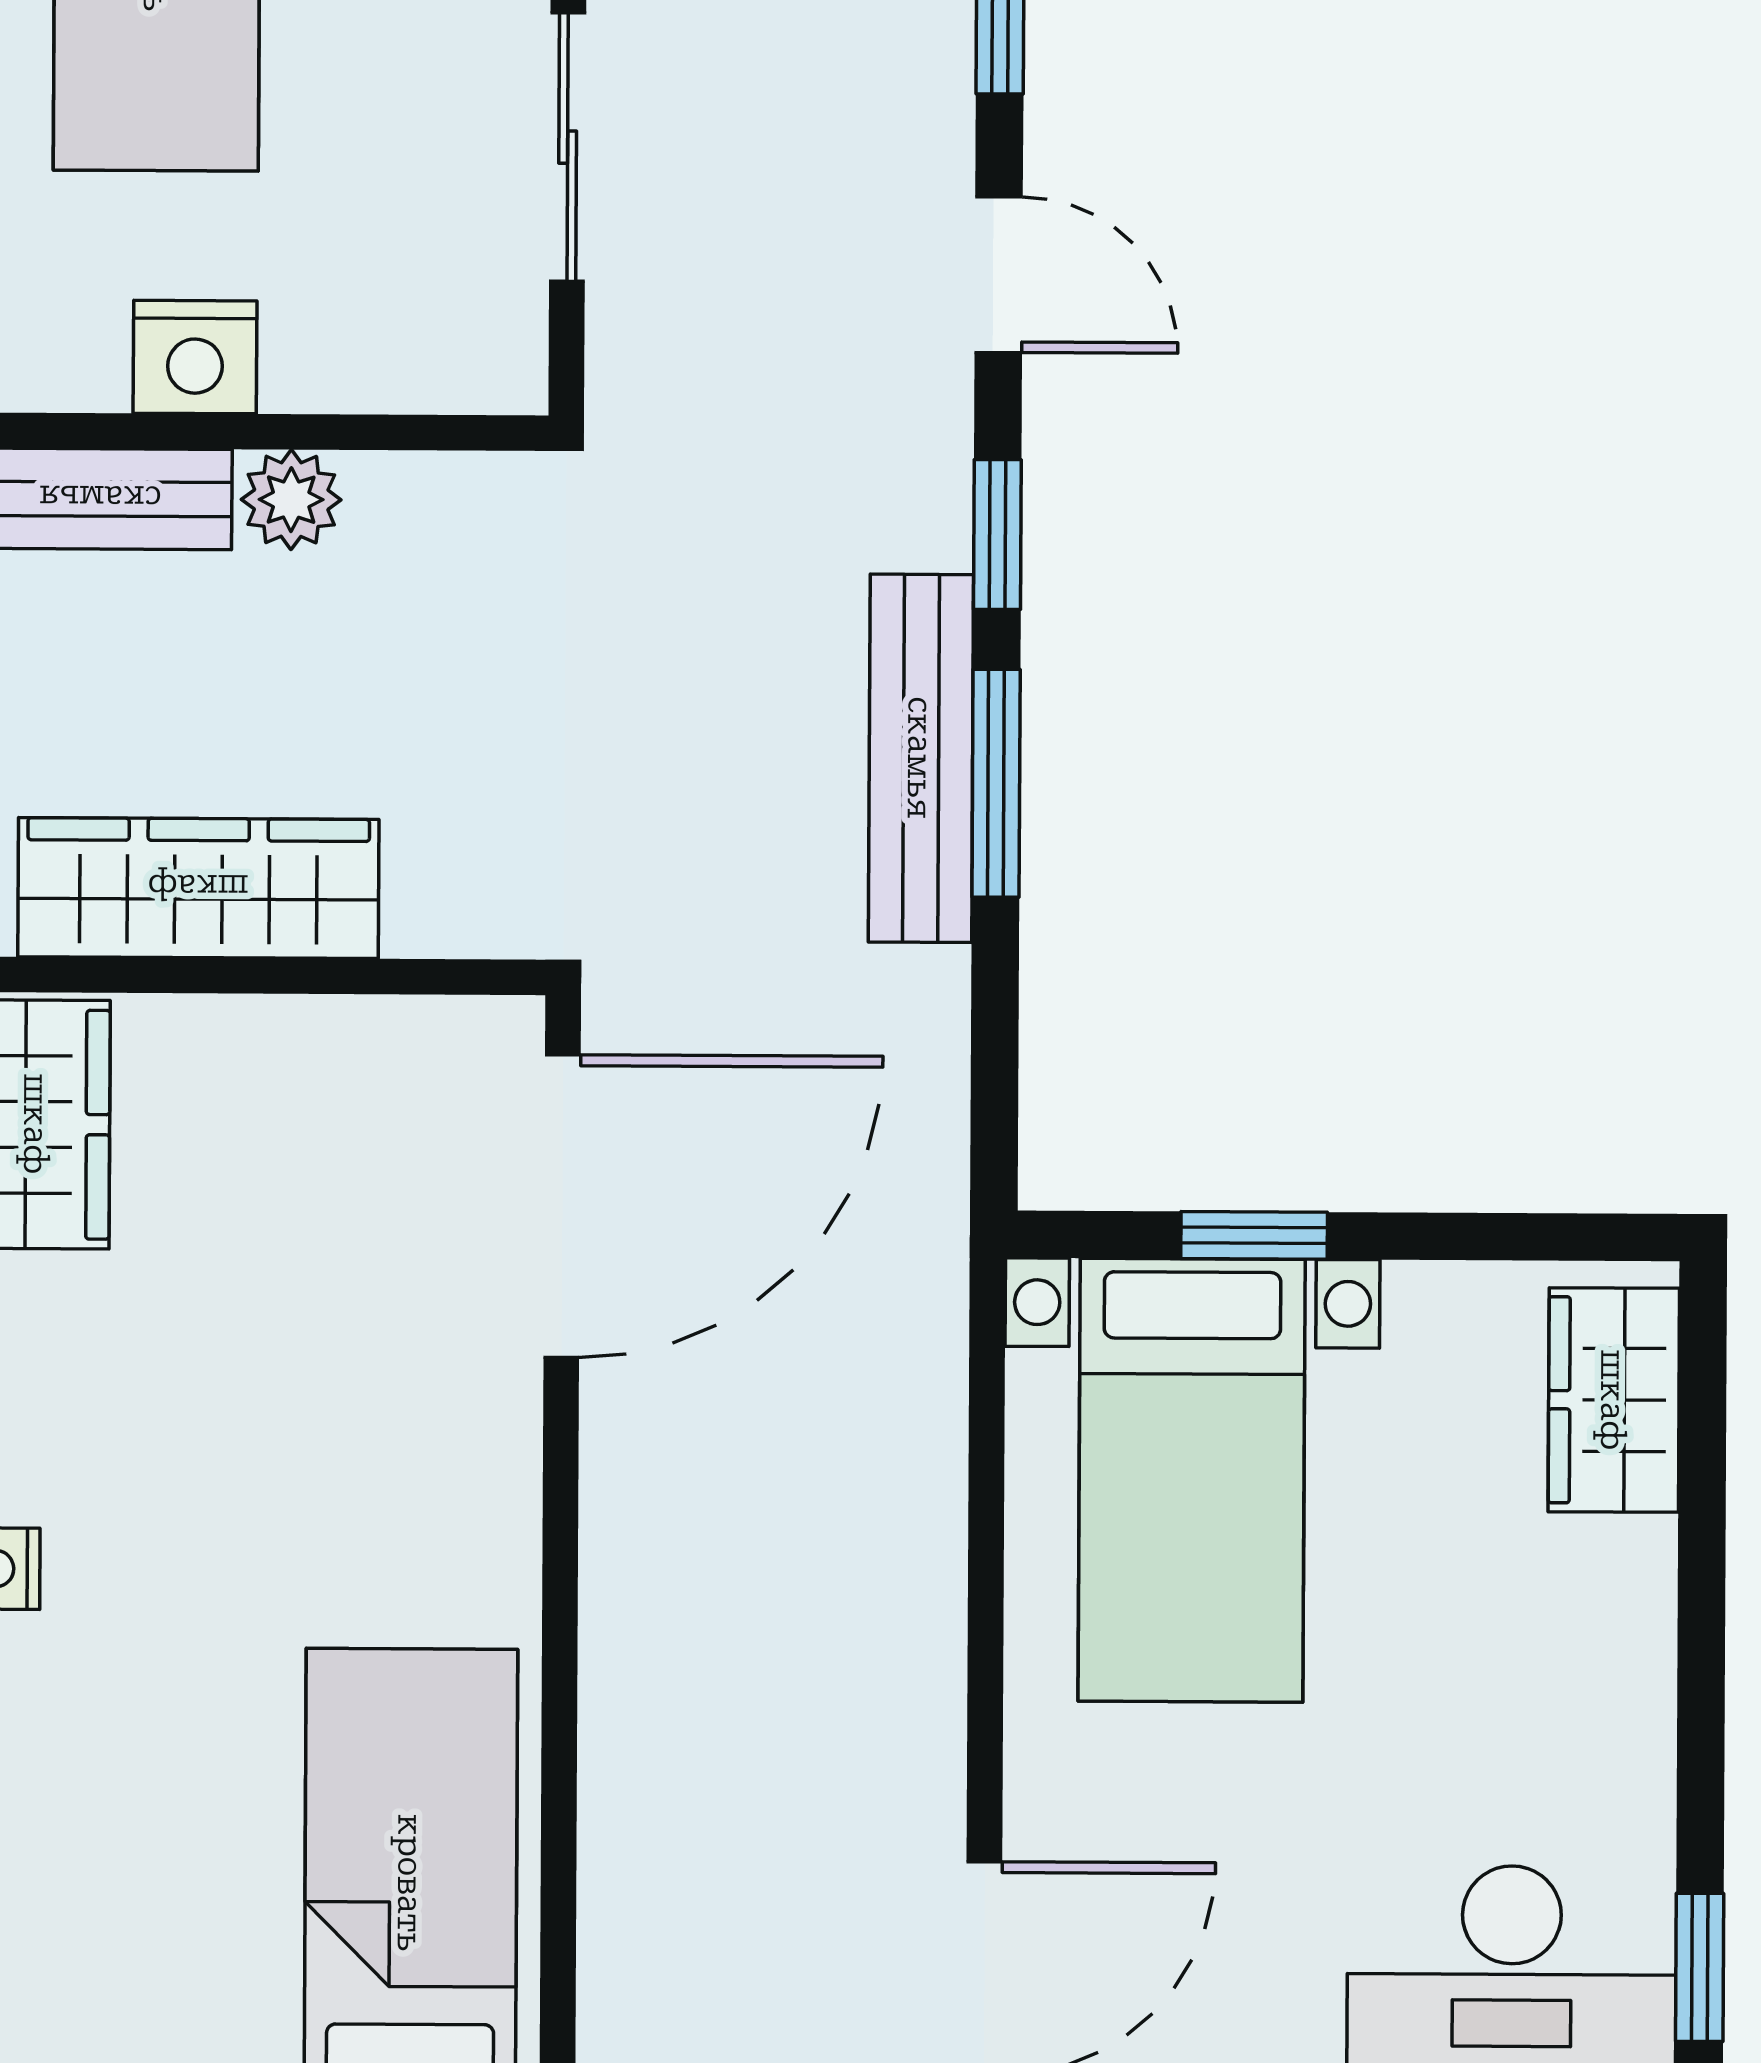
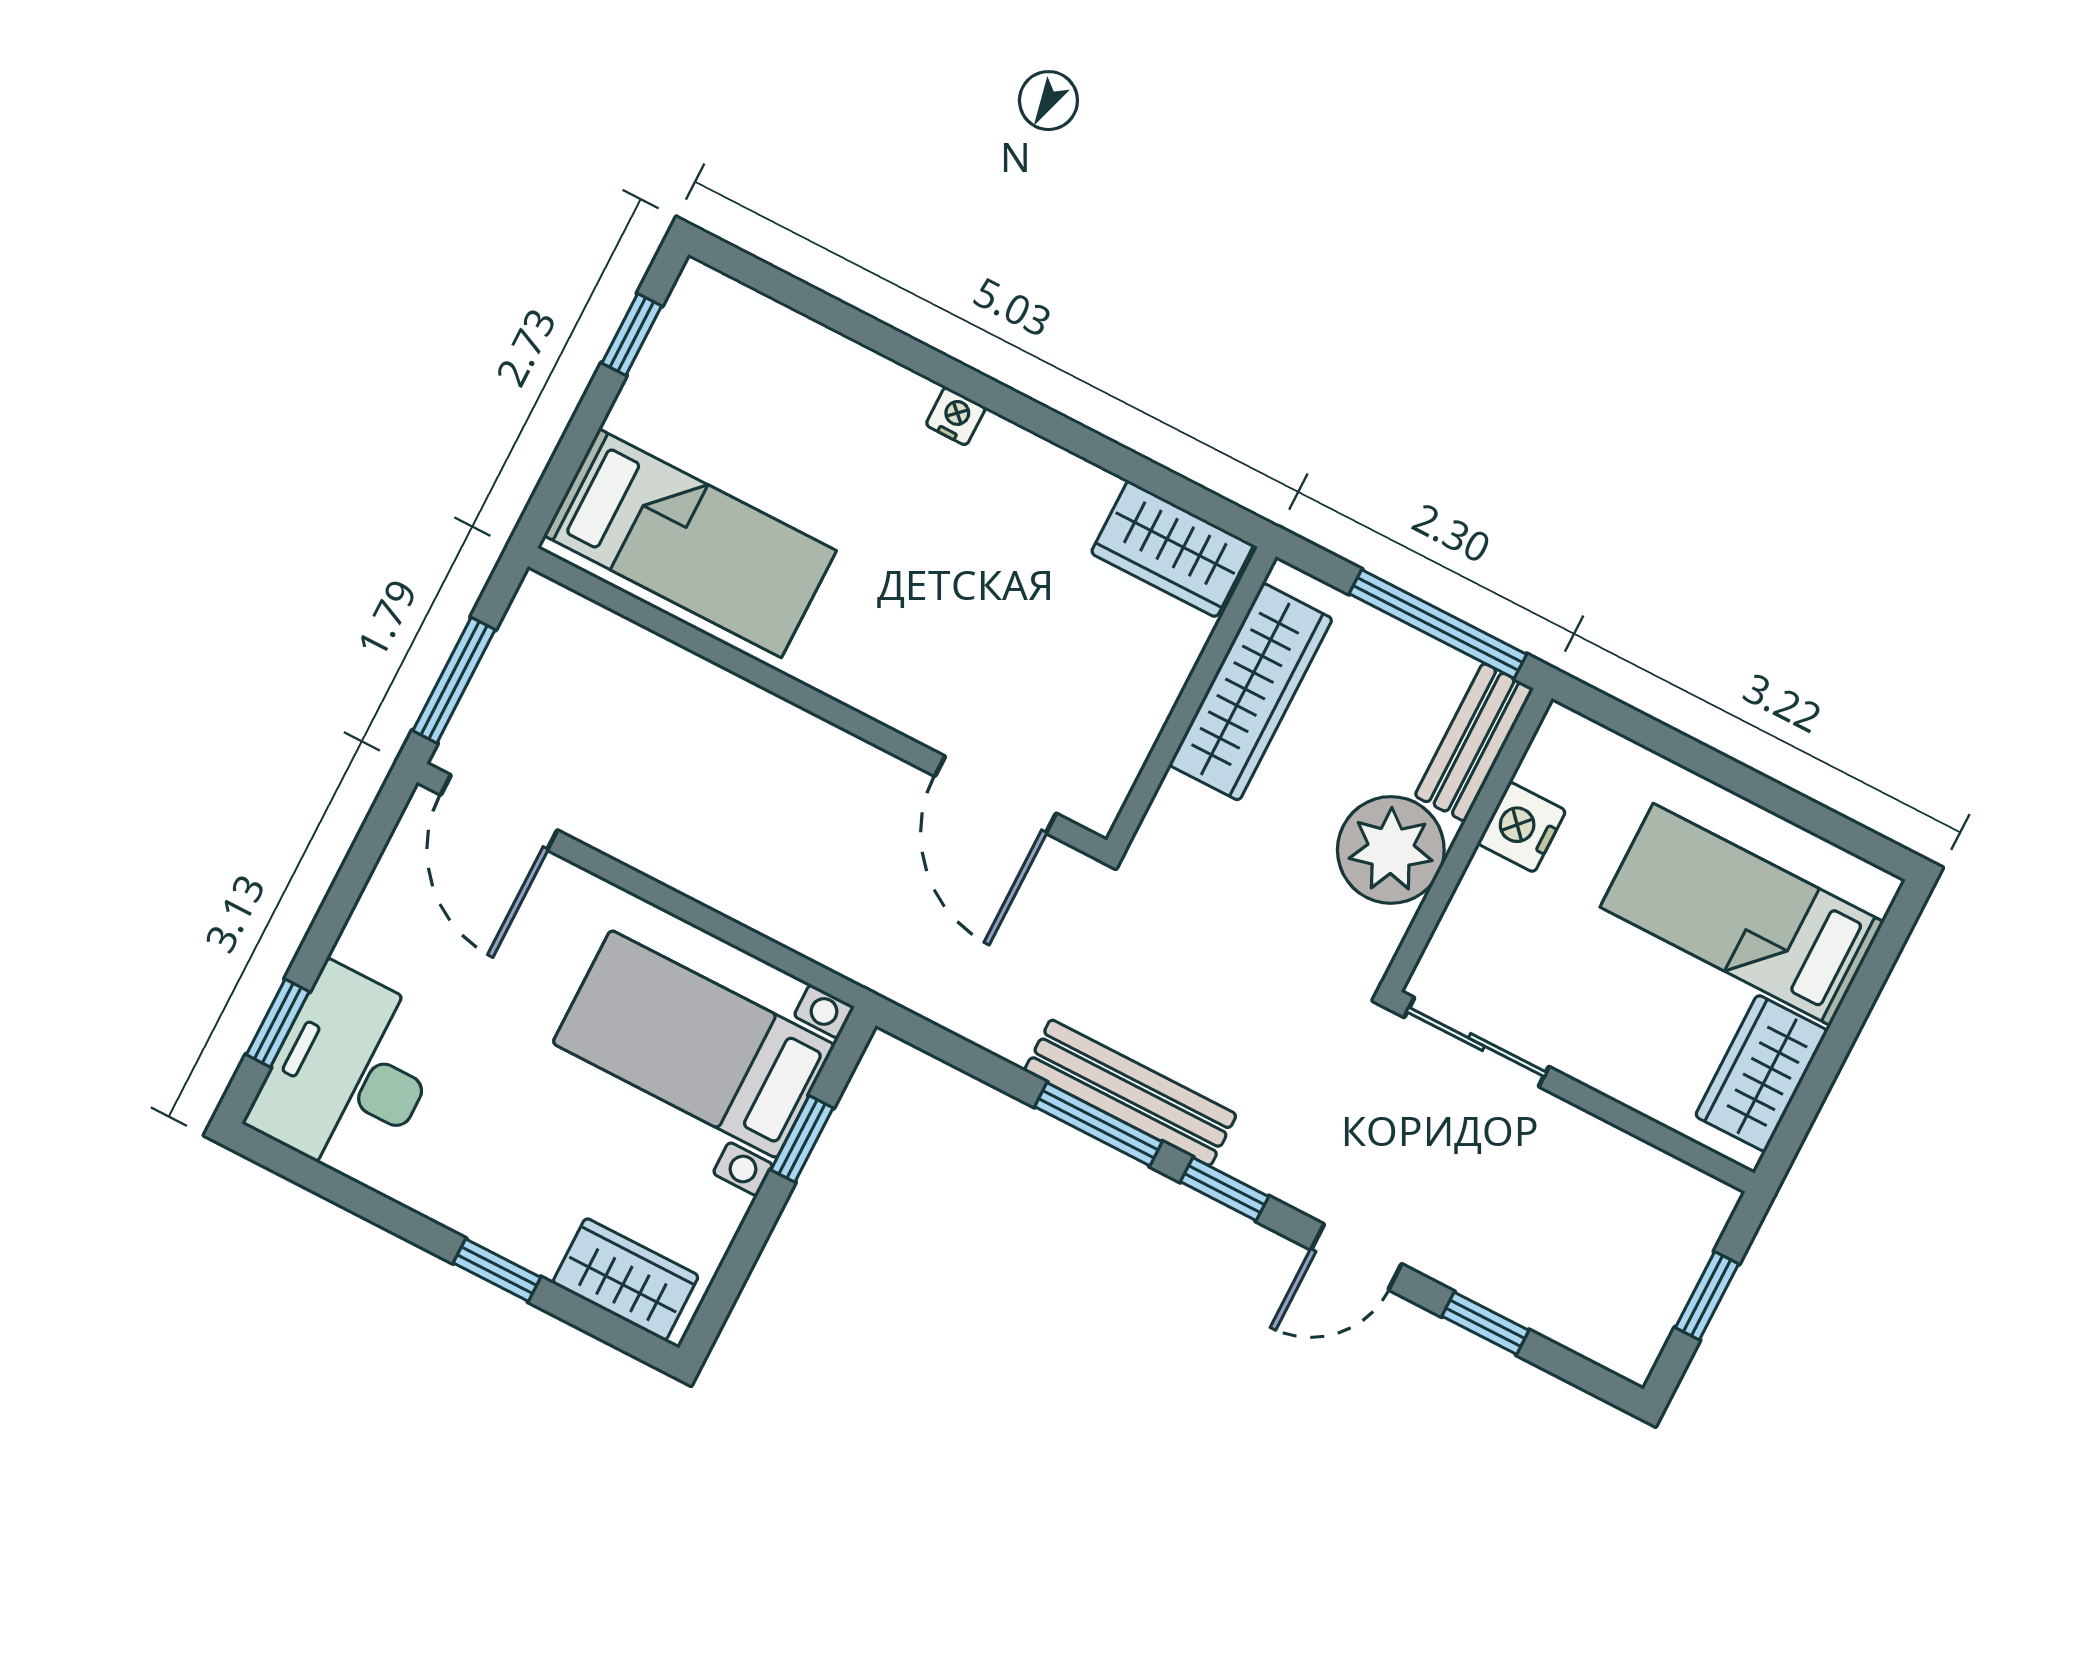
sliding door: (568, 147) -> (1477, 1042), moved
plant: (291, 500) -> (1391, 850), width x1.88, depth x1.88
door: (562, 1206) -> (995, 795), width x0.73
window: (1700, 1967) -> (497, 1270), moved

